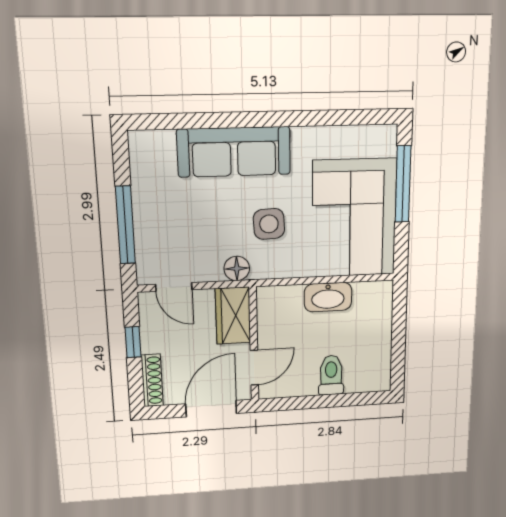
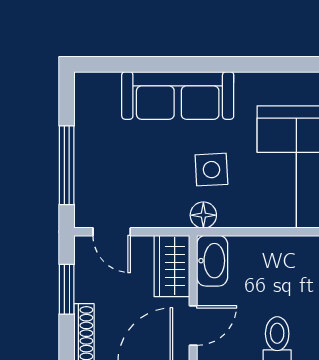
floor lamp: (237, 269) -> (203, 215), moved
washbasin: (328, 297) -> (212, 261), moved, turned -90
window: (133, 342) -> (67, 289), width x1.50

